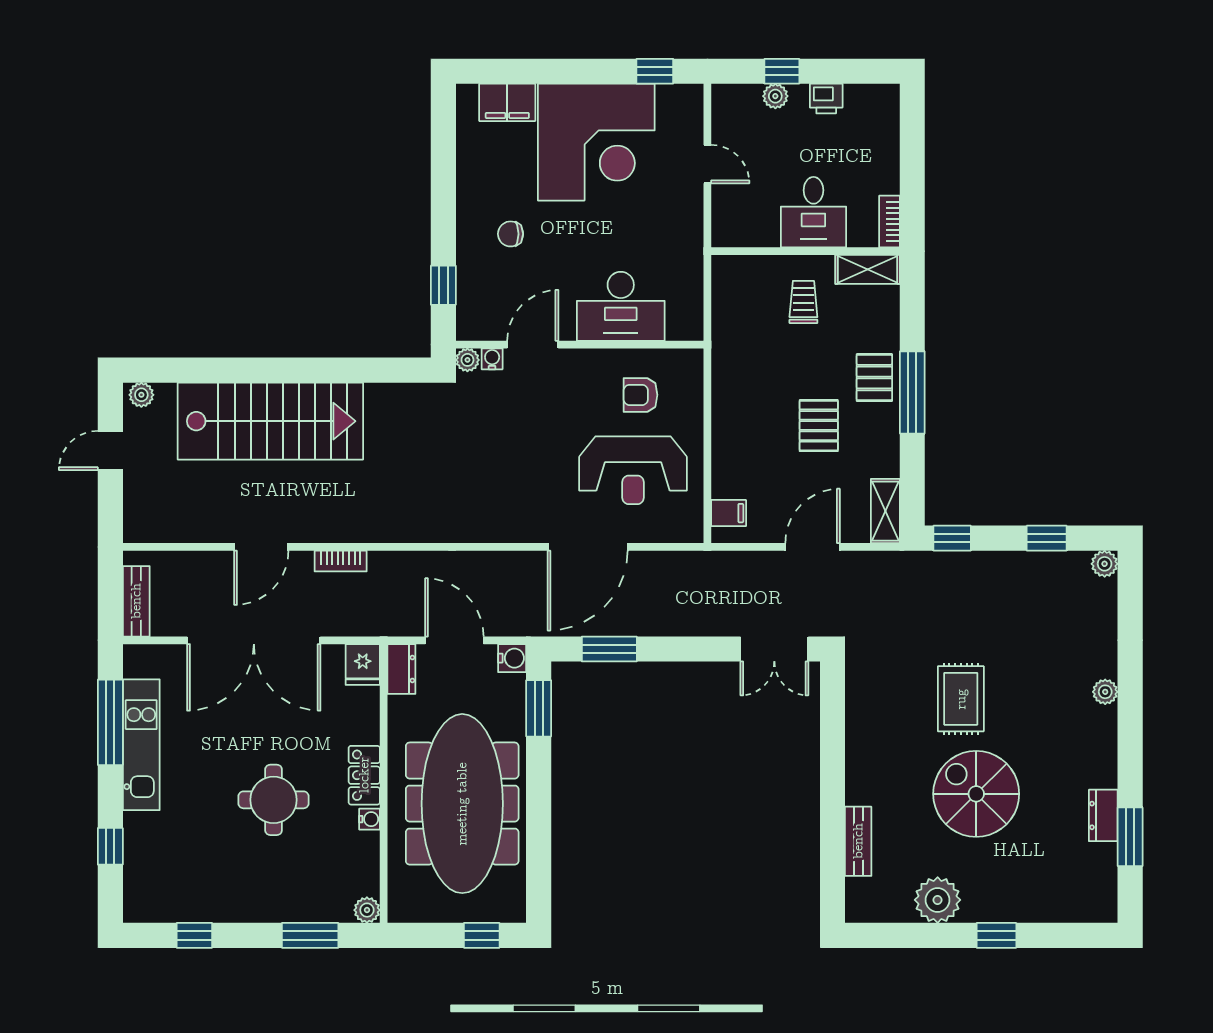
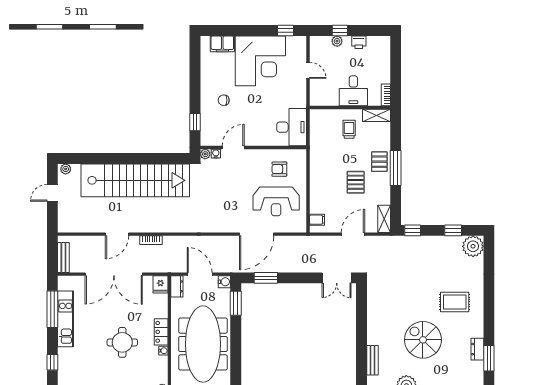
desk: (621, 306) -> (292, 127), moved, turned -90
stairs: (270, 421) -> (135, 180), width x1.36
plant: (1105, 564) -> (473, 246), width x1.88, depth x1.88
plant: (1105, 692) -> (478, 296), removed
rug: (961, 699) -> (455, 302), moved, turned 90

